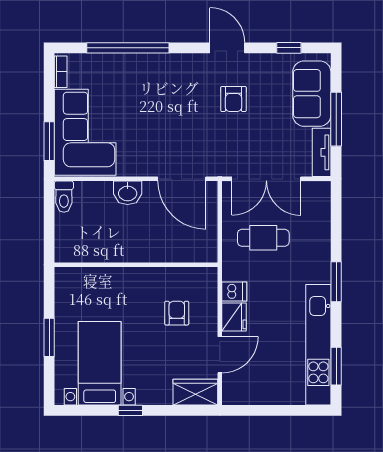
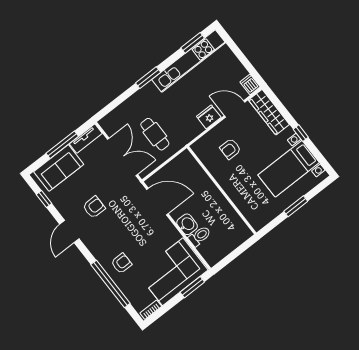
armchair: (142, 80) -> (121, 263), added
door: (182, 179) -> (157, 202), hinge flipped
toilet: (64, 197) -> (200, 236), moved
dishwasher: (234, 292) -> (250, 84), moved
wardrobe: (195, 392) -> (269, 112), width x1.50

